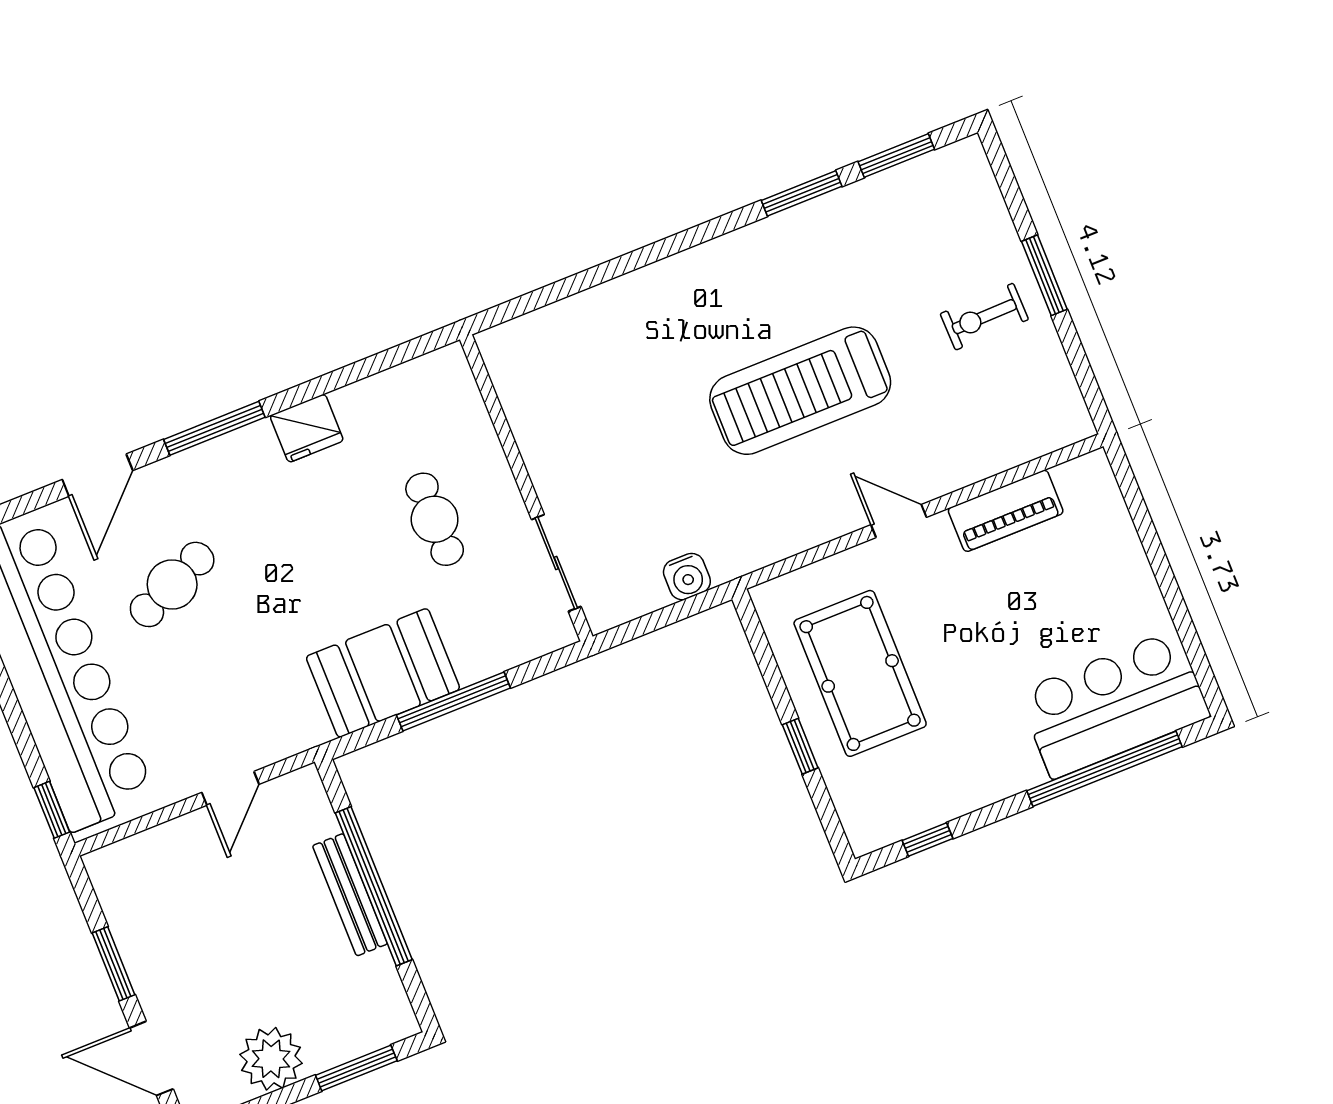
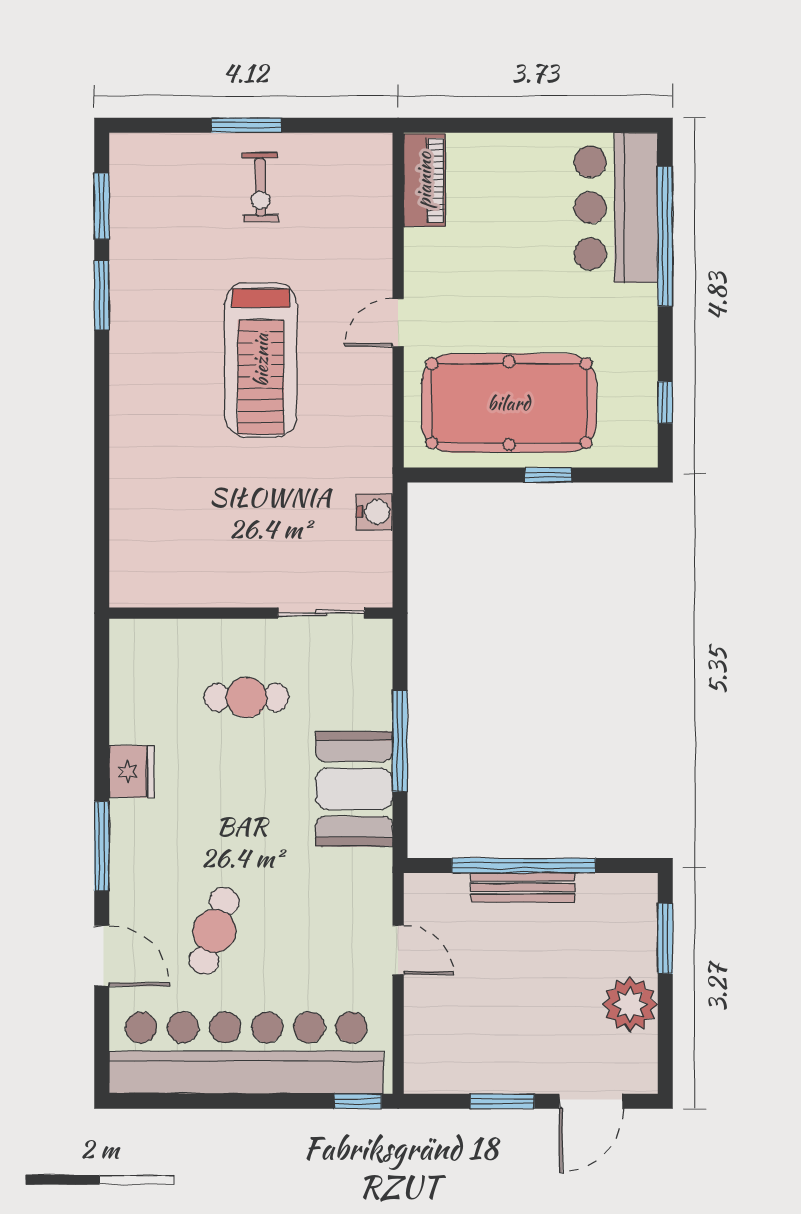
piano: (1006, 511) -> (424, 180), moved
cafe table: (172, 584) -> (214, 931), turned 43
pool table: (860, 673) -> (509, 403), width x1.36, depth x1.32

